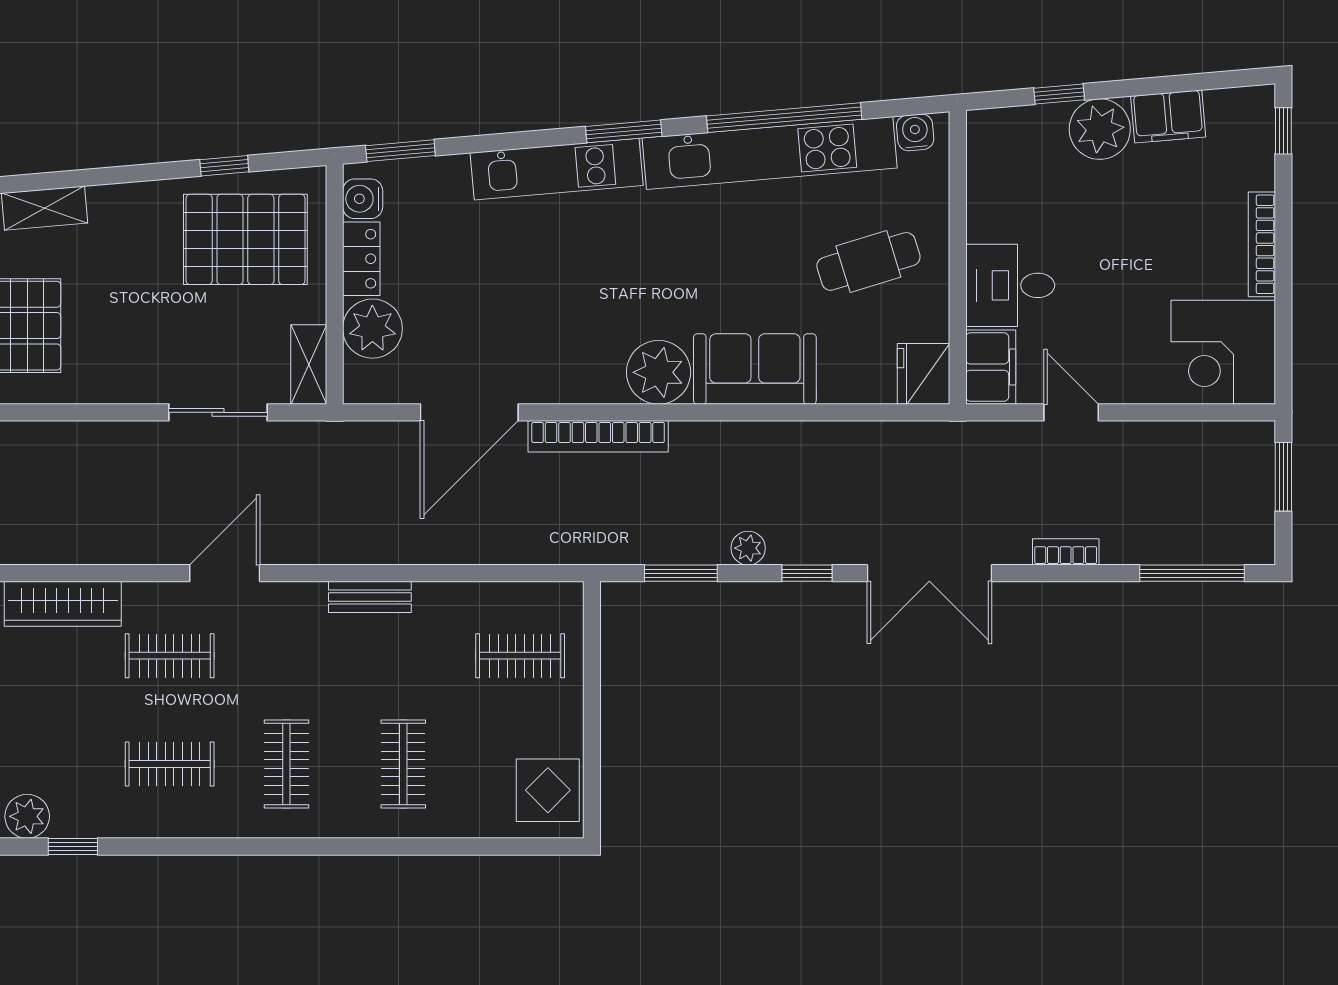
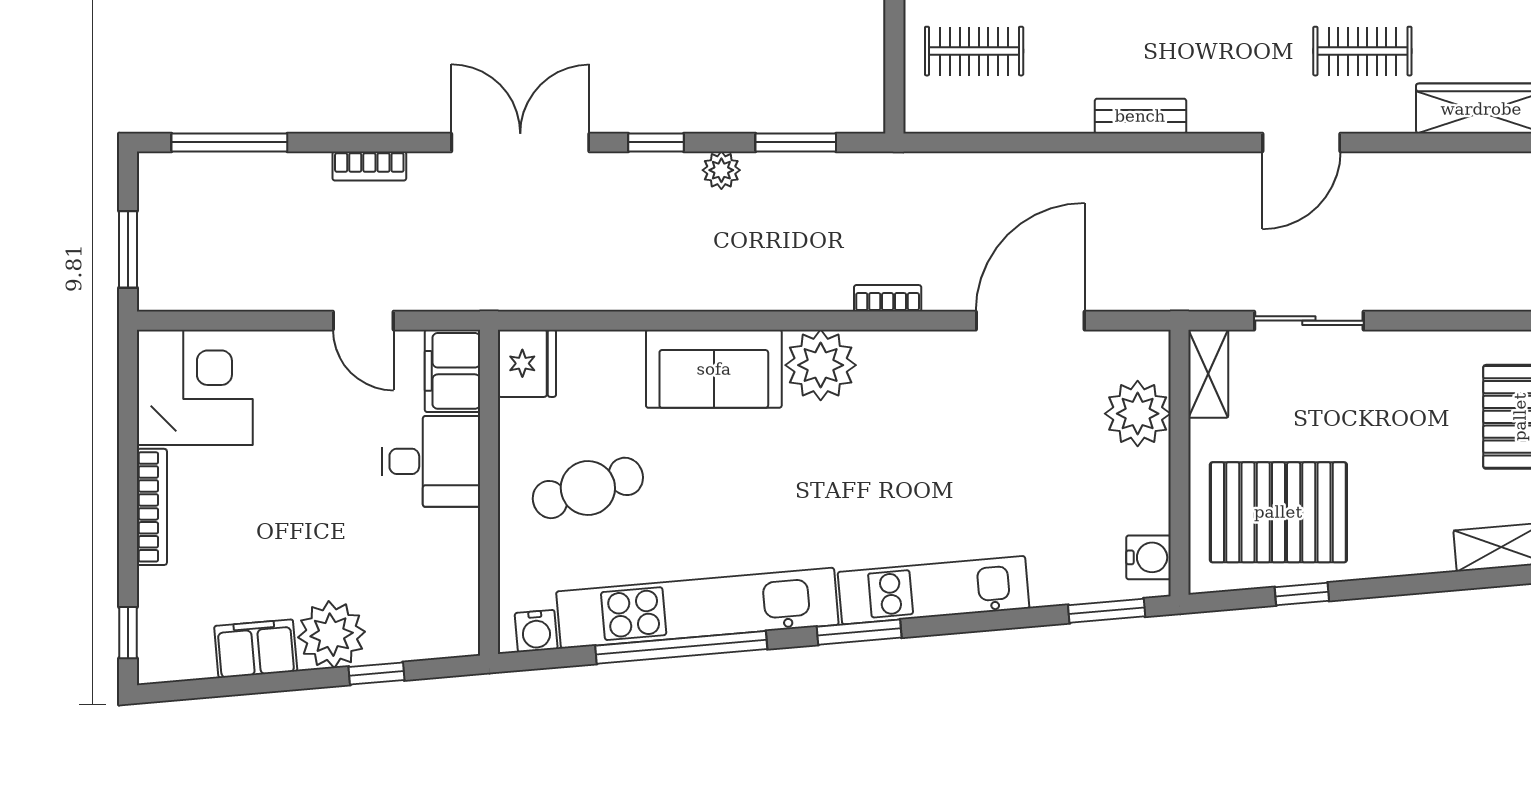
locker: (361, 259) -> (1150, 491), removed
bookcase: (598, 436) -> (888, 298), width x0.43, depth x0.76

